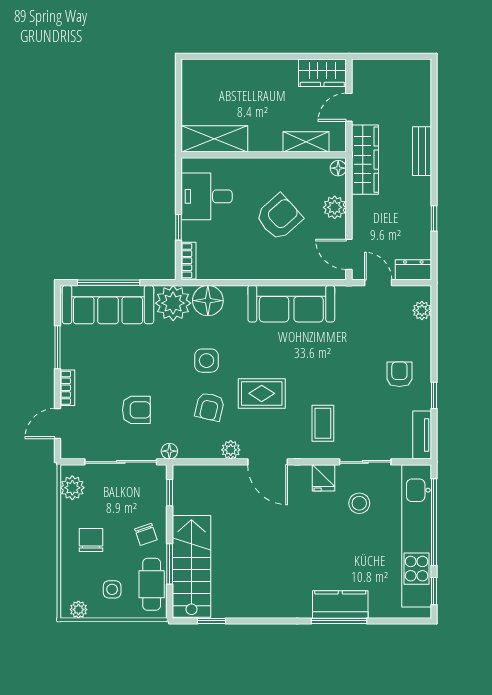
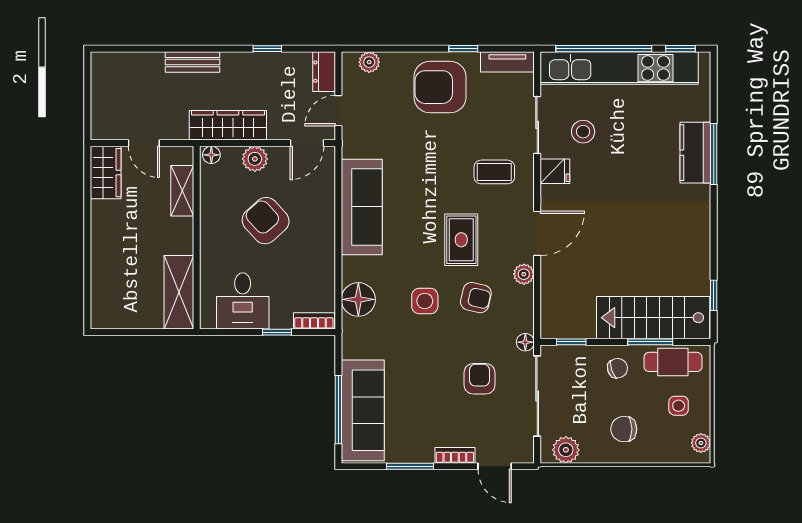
wardrobe: (365, 160) -> (228, 125), moved
plant: (173, 303) -> (361, 338), removed
armchair: (399, 374) -> (440, 87), width x1.88, depth x1.88

